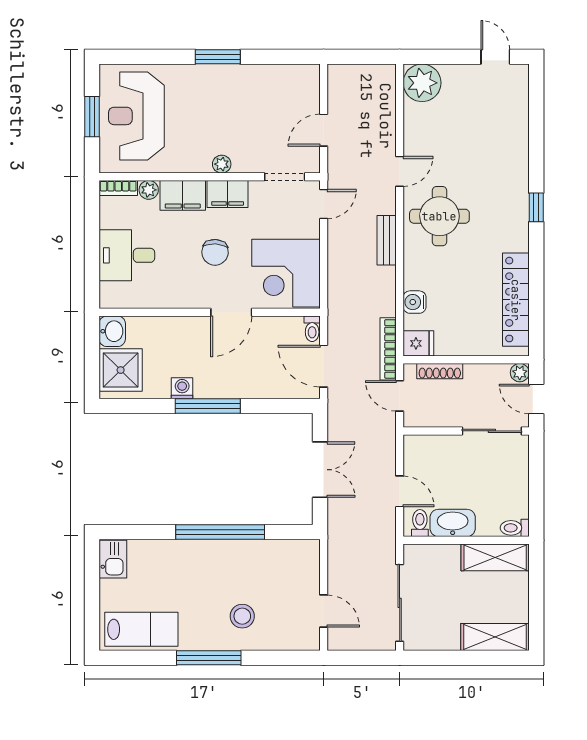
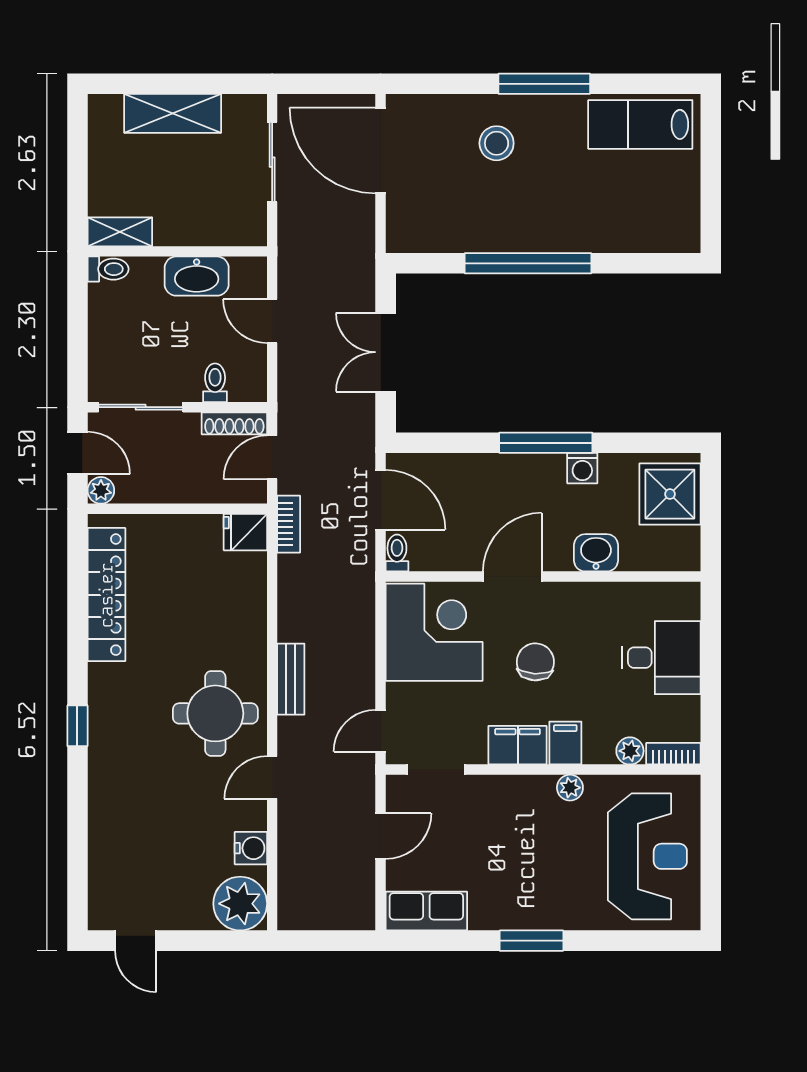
row of seats: (292, 78) -> (426, 911), added
window: (92, 117) -> (711, 855), removed
plant: (222, 164) -> (570, 788), moved
filing cabinet: (183, 195) -> (565, 743), width x0.50
water cooler: (415, 302) -> (251, 848), moved
washbasin: (112, 331) -> (596, 553), moved, turned 90
bookcase: (388, 349) -> (289, 524), width x0.64
shoe rack: (440, 371) -> (234, 423), moved, turned 180
door: (400, 396) -> (272, 457), swing flipped
toilet: (420, 523) -> (215, 383), moved, turned 180
shelving: (495, 557) -> (120, 232), width x0.67, depth x0.75
kitchen sink: (113, 559) -> (681, 225), removed
sliding door: (400, 603) -> (272, 162), width x0.73
door: (324, 611) -> (381, 151), width x1.87
shelving: (495, 637) -> (173, 113), moved

